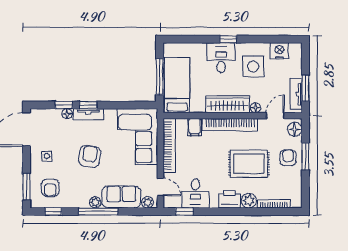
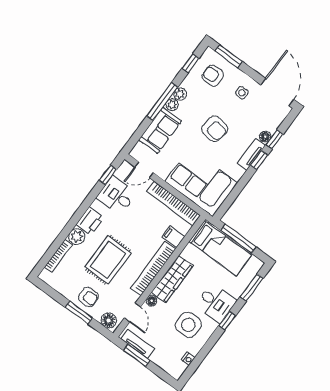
window: (189, 39) -> (252, 287), added
nightstand: (279, 51) -> (188, 359), width x0.53, depth x0.56
plant: (148, 202) -> (180, 94), moved

